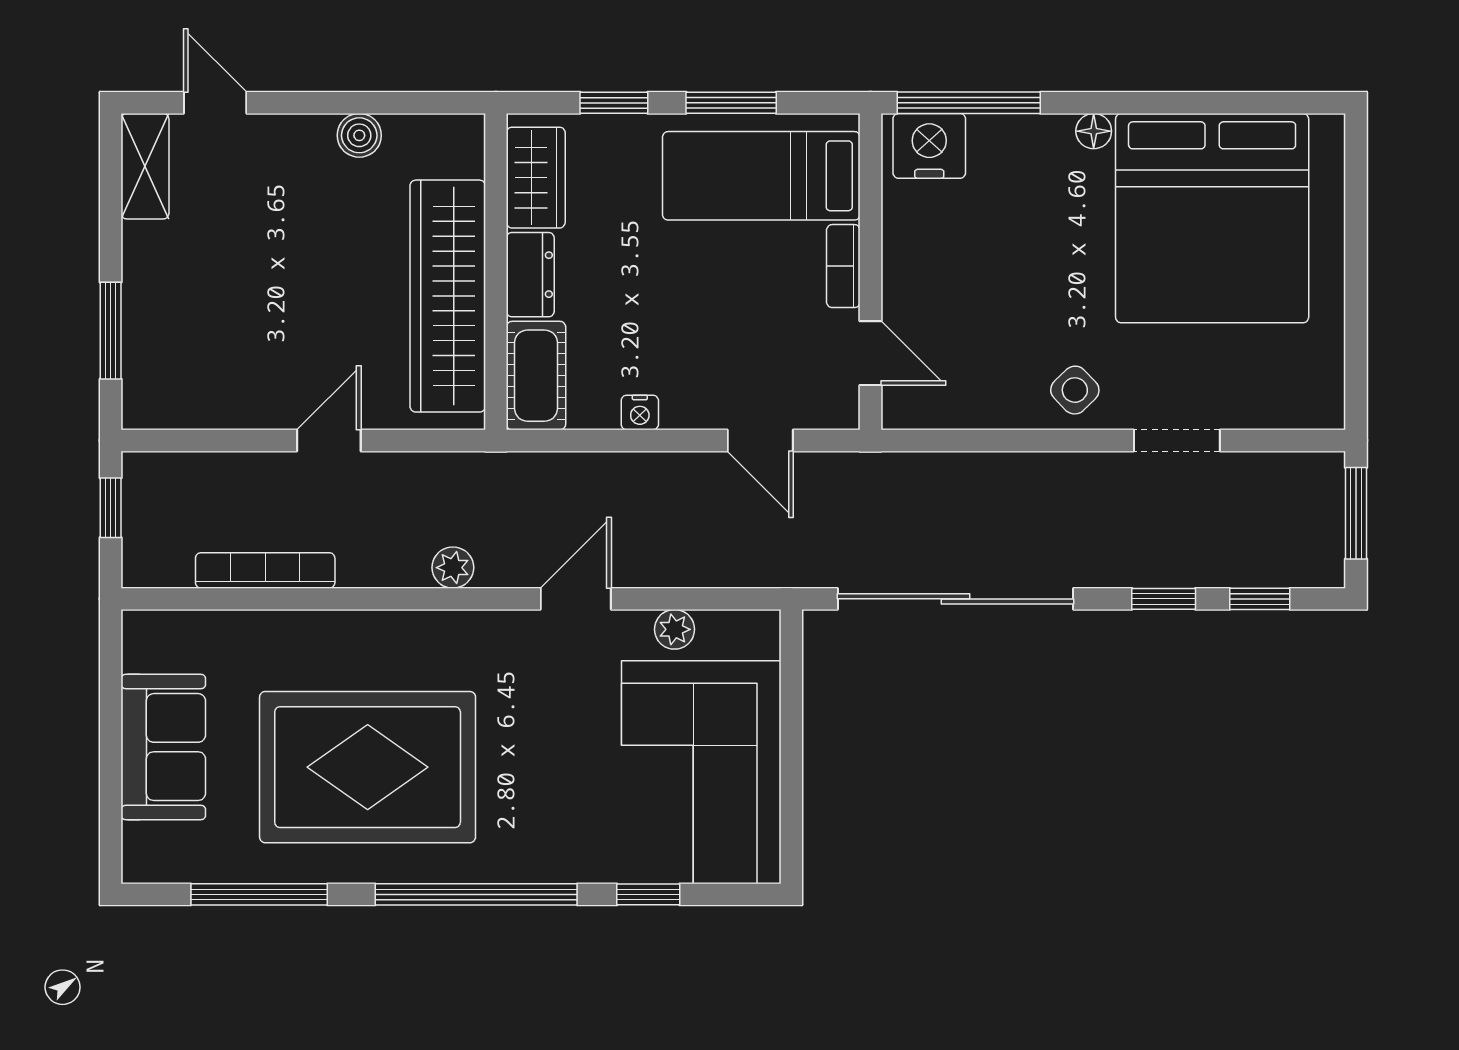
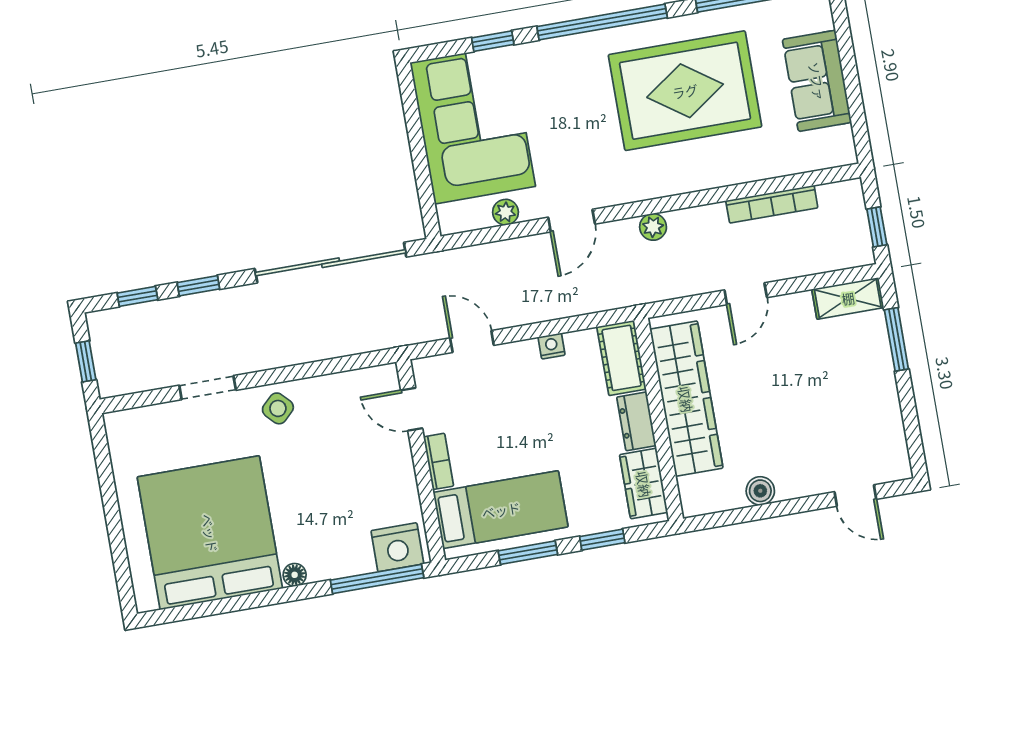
shelving: (145, 166) -> (848, 298), moved, turned 90
window: (1356, 513) -> (86, 361), width x0.67

